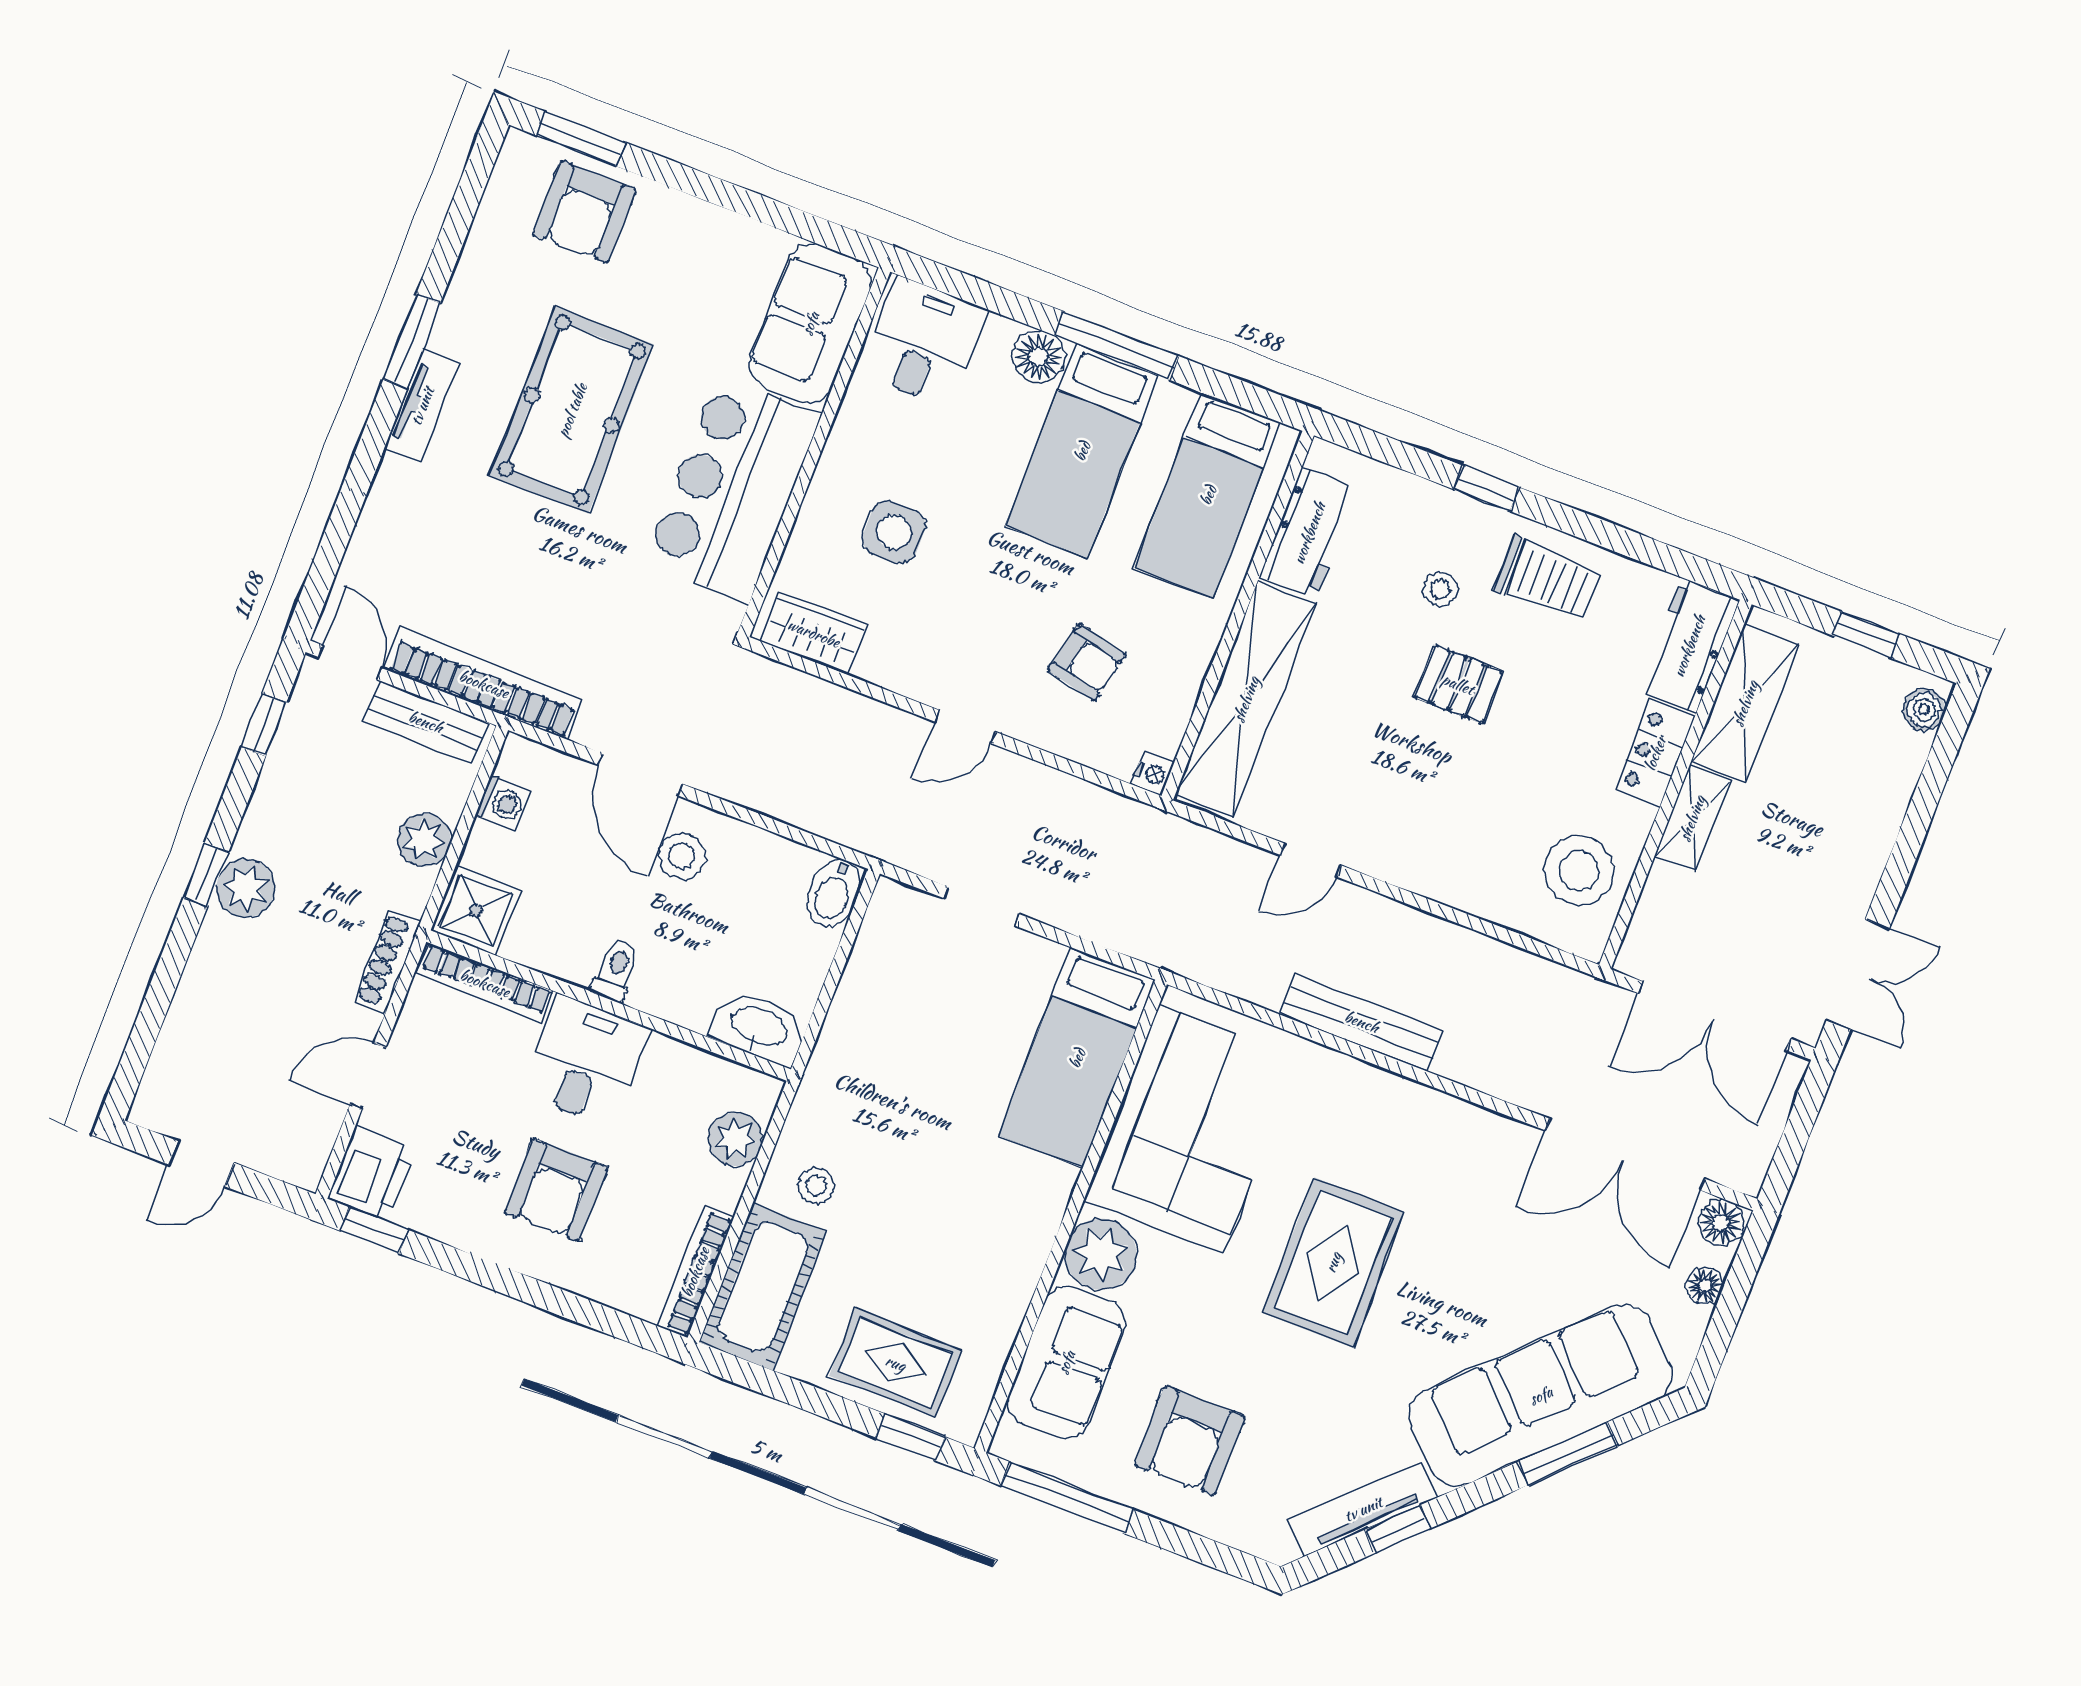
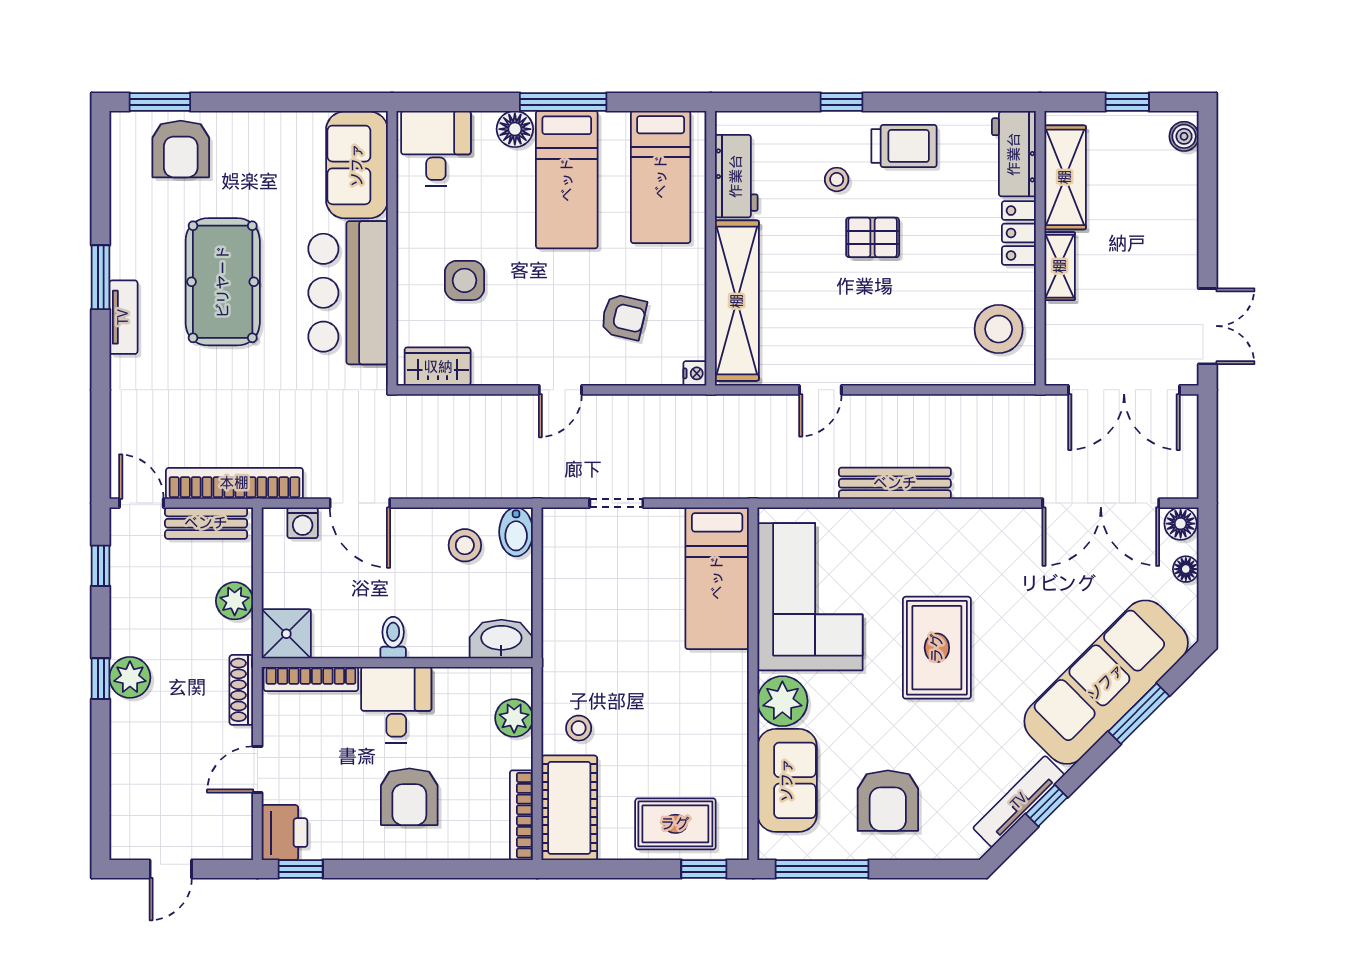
washing machine: (503, 803) -> (303, 523), moved, turned 90
stool: (682, 856) -> (465, 545), moved

